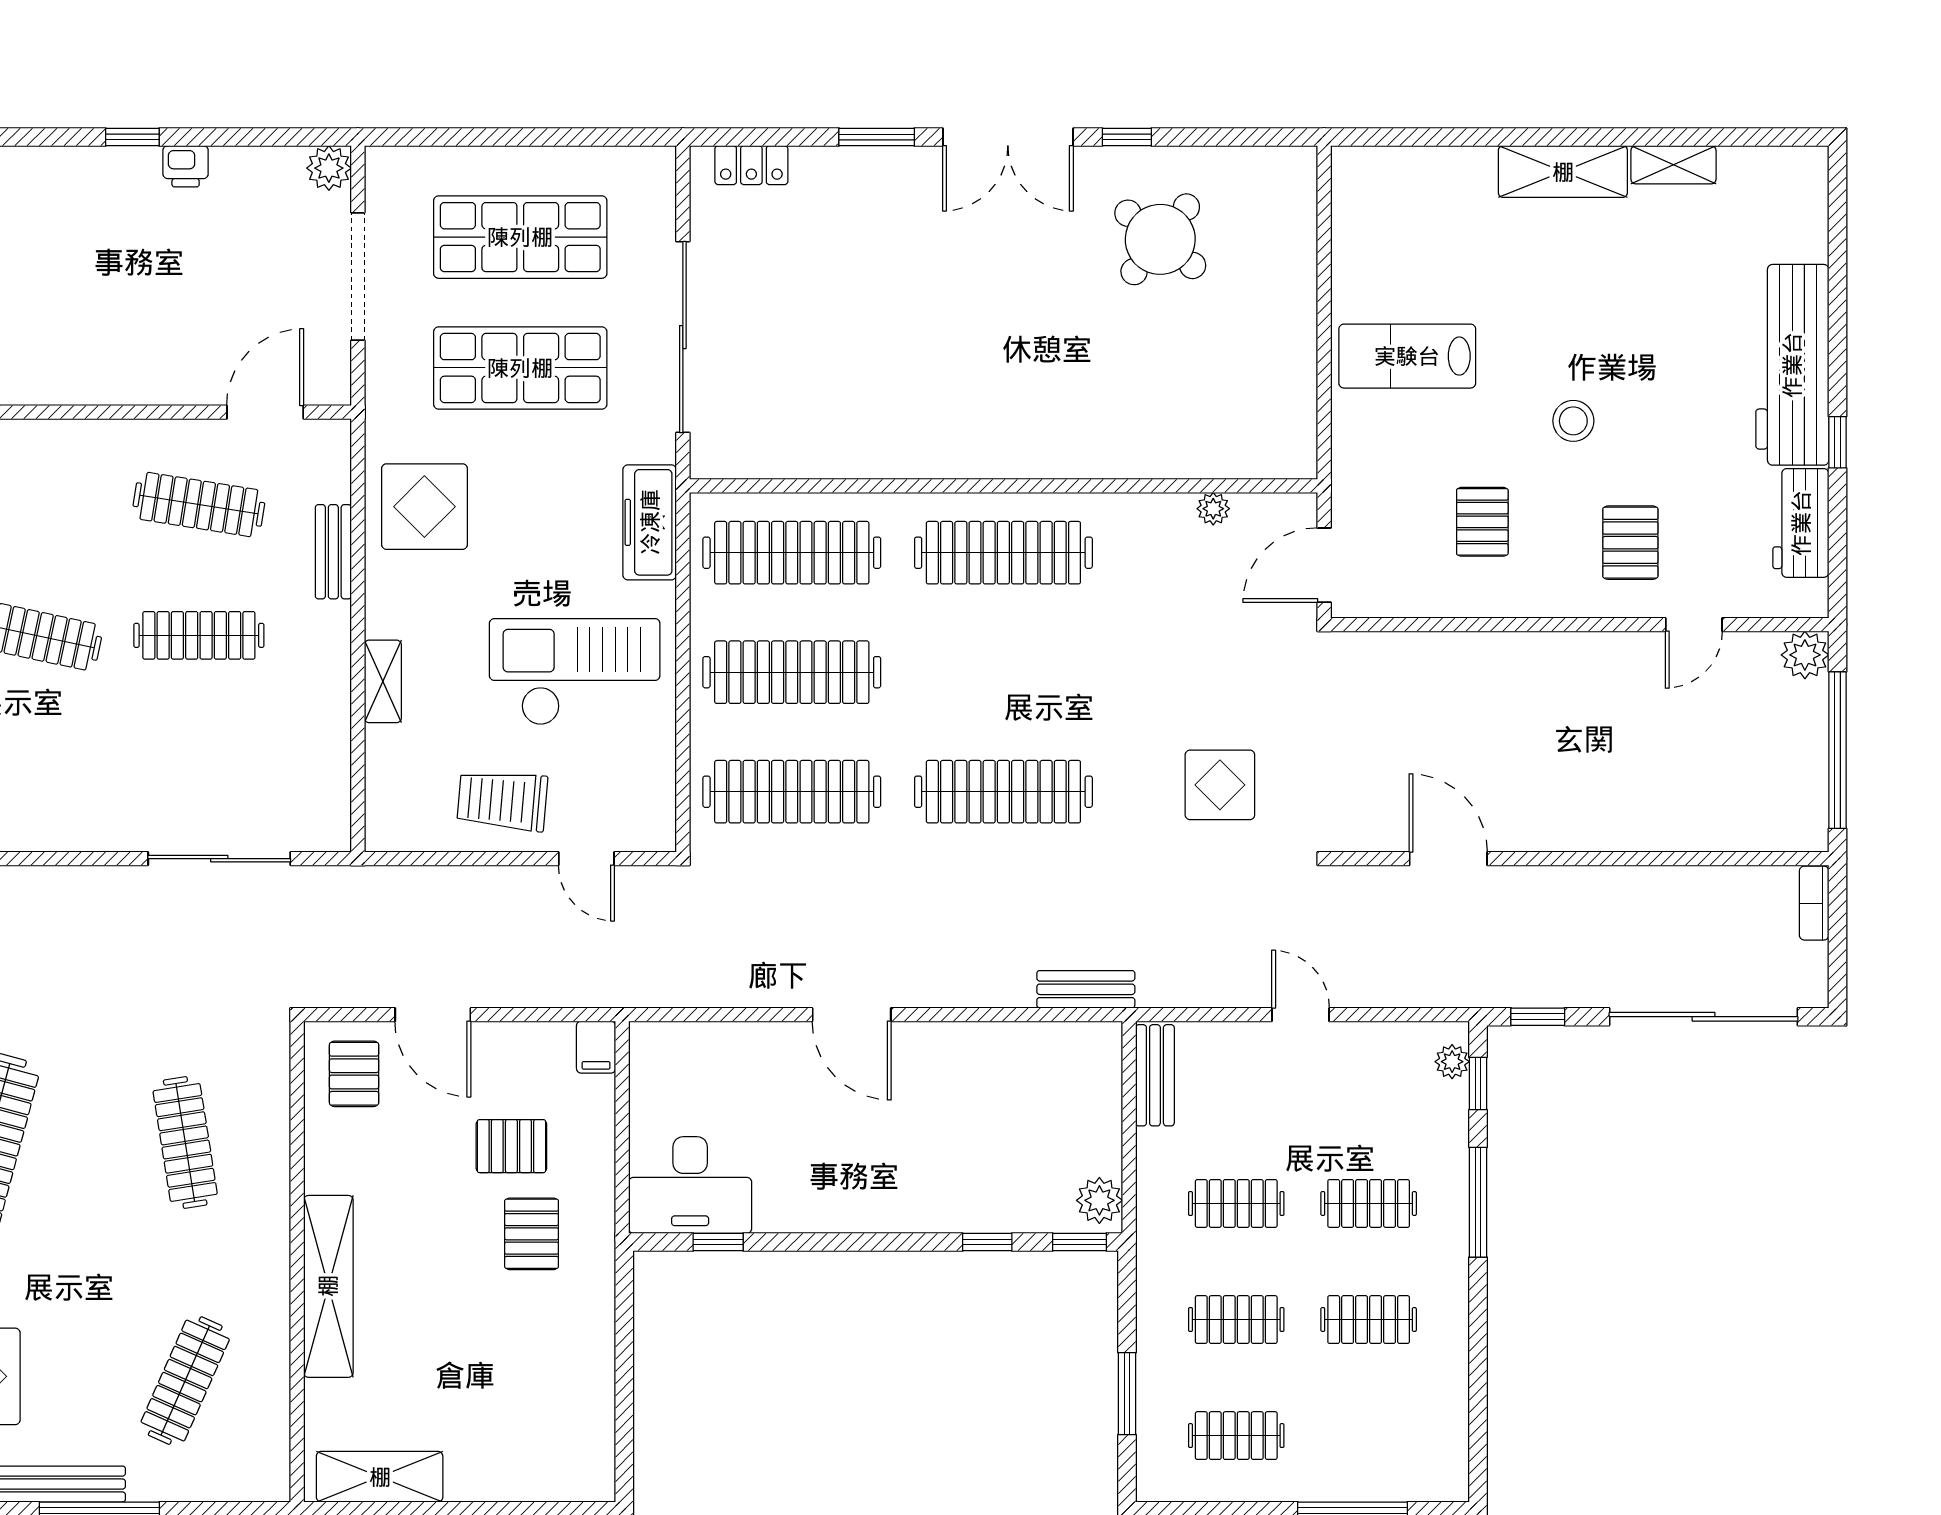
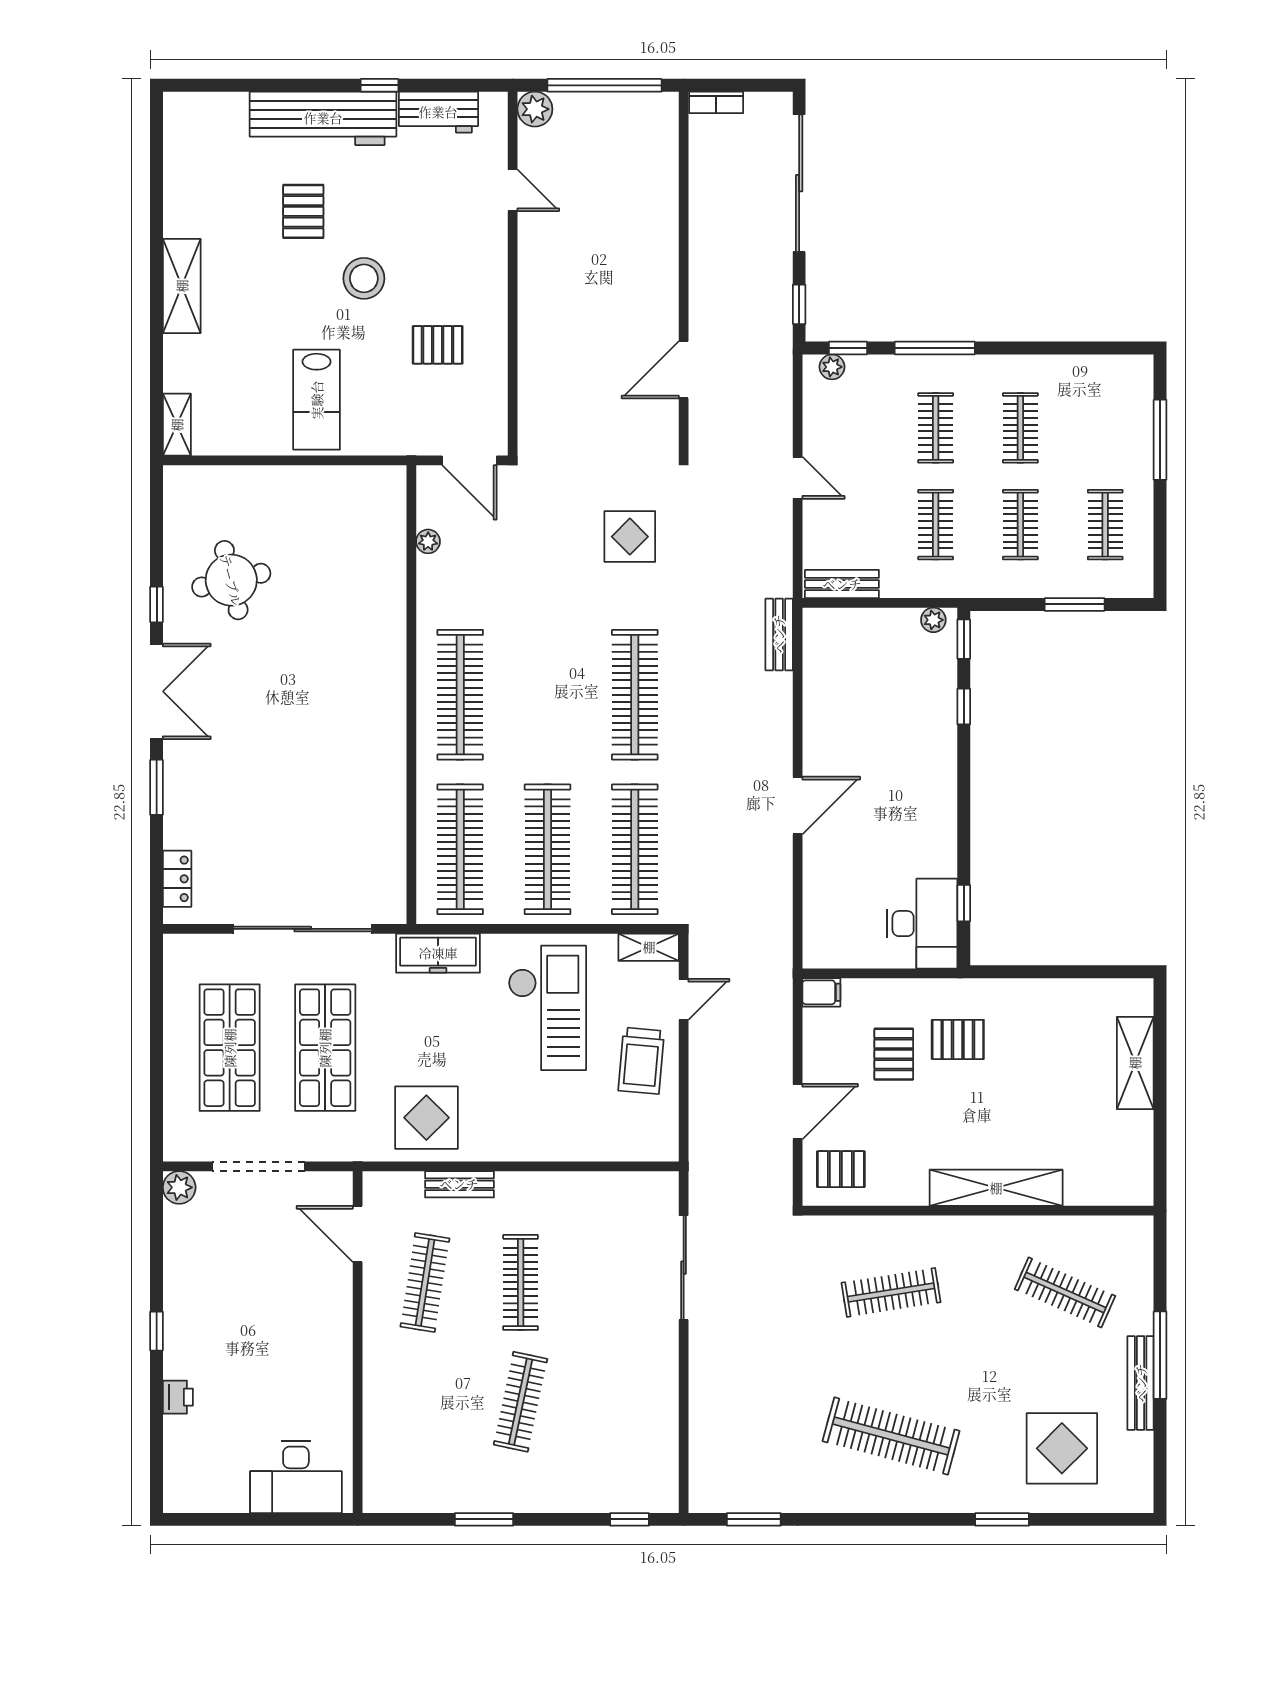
shelving: (1673, 165) -> (177, 425), moved
printer: (186, 166) -> (178, 1397), moved
round table: (1160, 239) -> (231, 580), turned 38
stool: (1573, 421) -> (364, 278), width x1.38, depth x1.38
pallet: (1630, 543) -> (303, 211), moved, turned 90
checkout: (575, 672) -> (547, 1008), turned 180
shelving: (383, 681) -> (649, 947), moved
door: (1301, 1015) -> (798, 478), swing flipped
plant: (1099, 1200) -> (933, 620), width x0.73, depth x0.73
shelving: (380, 1477) -> (1135, 1063), moved

